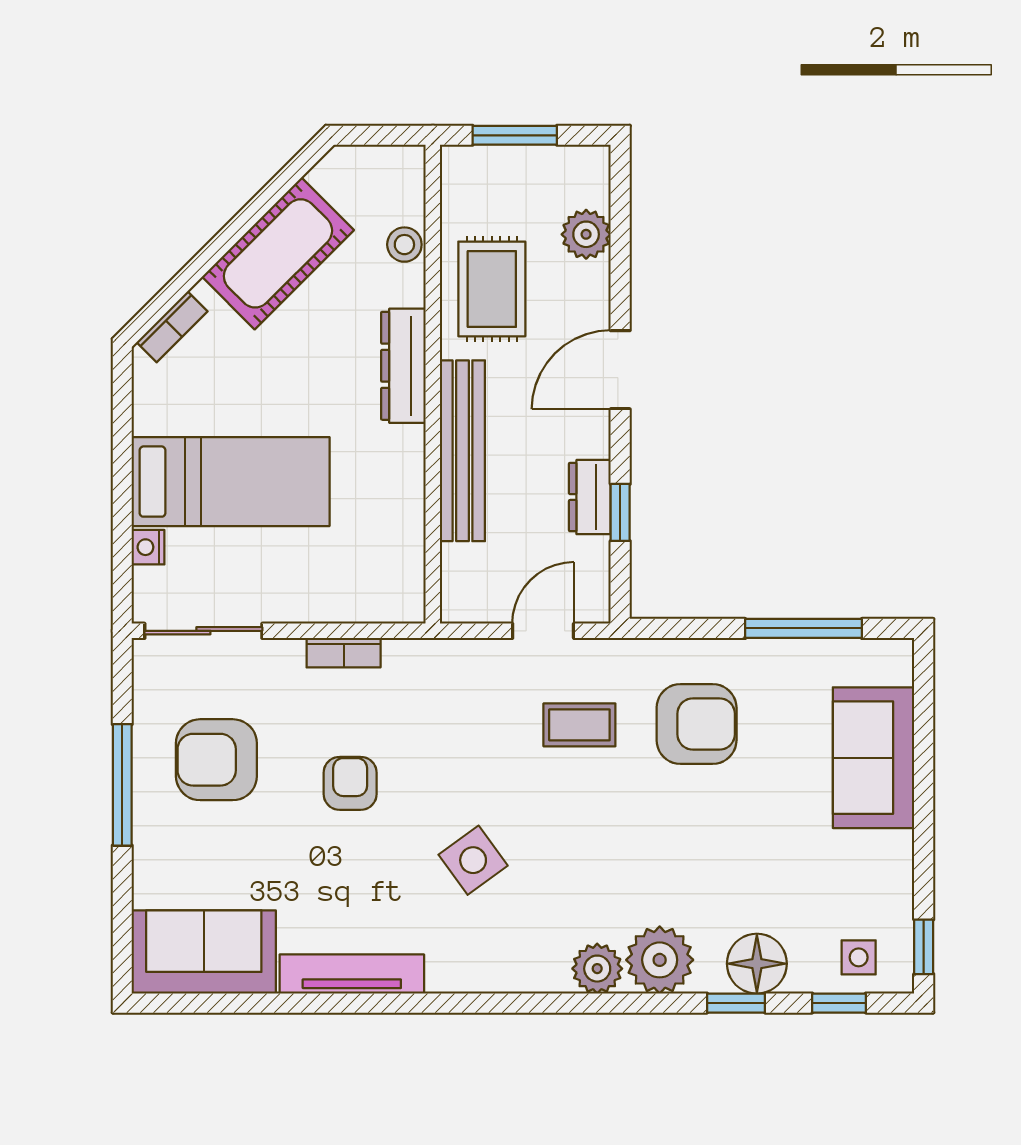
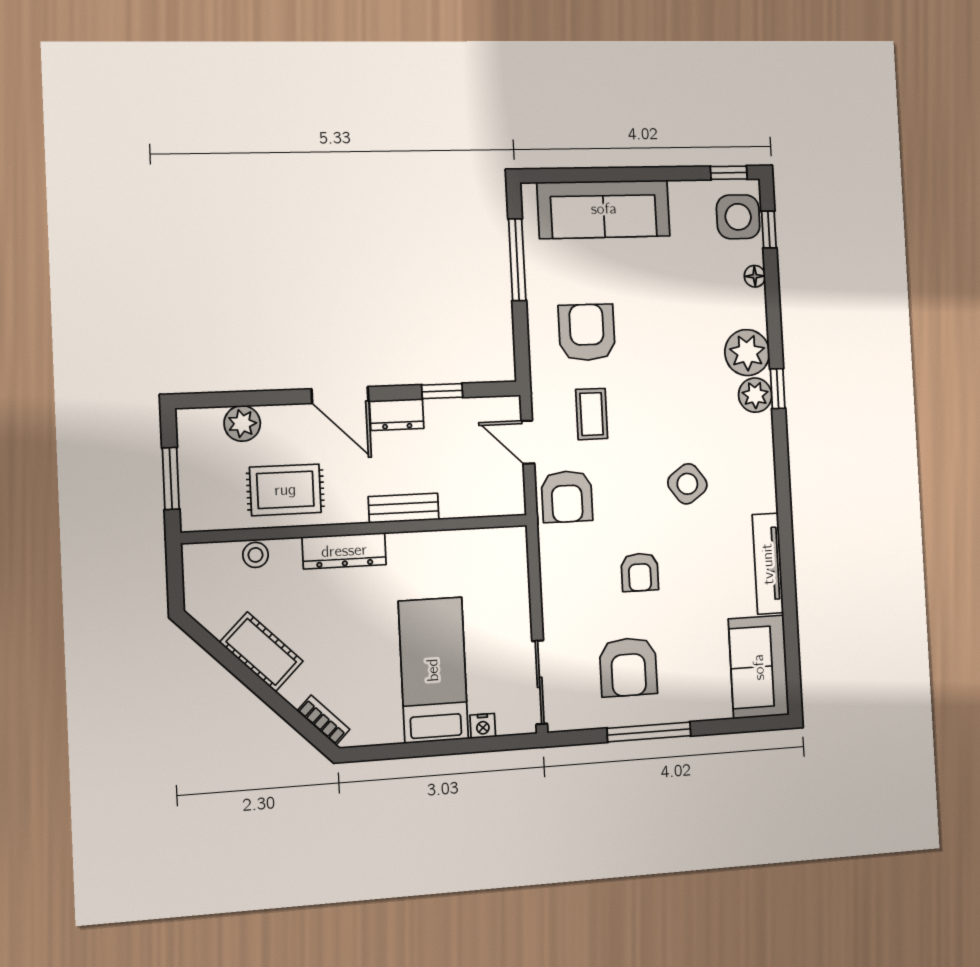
cot: (278, 253) -> (261, 652), width x0.73, depth x0.75
bench: (462, 451) -> (404, 508), width x0.54, depth x0.82
dresser: (590, 497) -> (397, 415), moved
bookcase: (344, 653) -> (550, 582), removed
armchair: (463, 683) -> (567, 497), added
sofa: (873, 758) -> (604, 209), width x1.36
armchair: (350, 783) -> (640, 572), turned -90
side table: (859, 957) -> (738, 217), width x1.87, depth x1.87
floor lamp: (757, 964) -> (755, 276), width x0.53, depth x0.53
window: (736, 1003) -> (778, 389), moved

